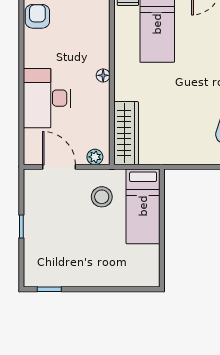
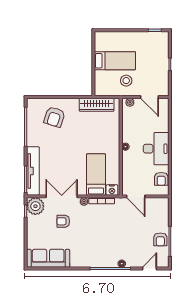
desk: (47, 98) -> (156, 149), moved
wardrobe: (126, 133) -> (97, 105), moved, turned -90
bed: (143, 206) -> (115, 61), moved, turned 90

